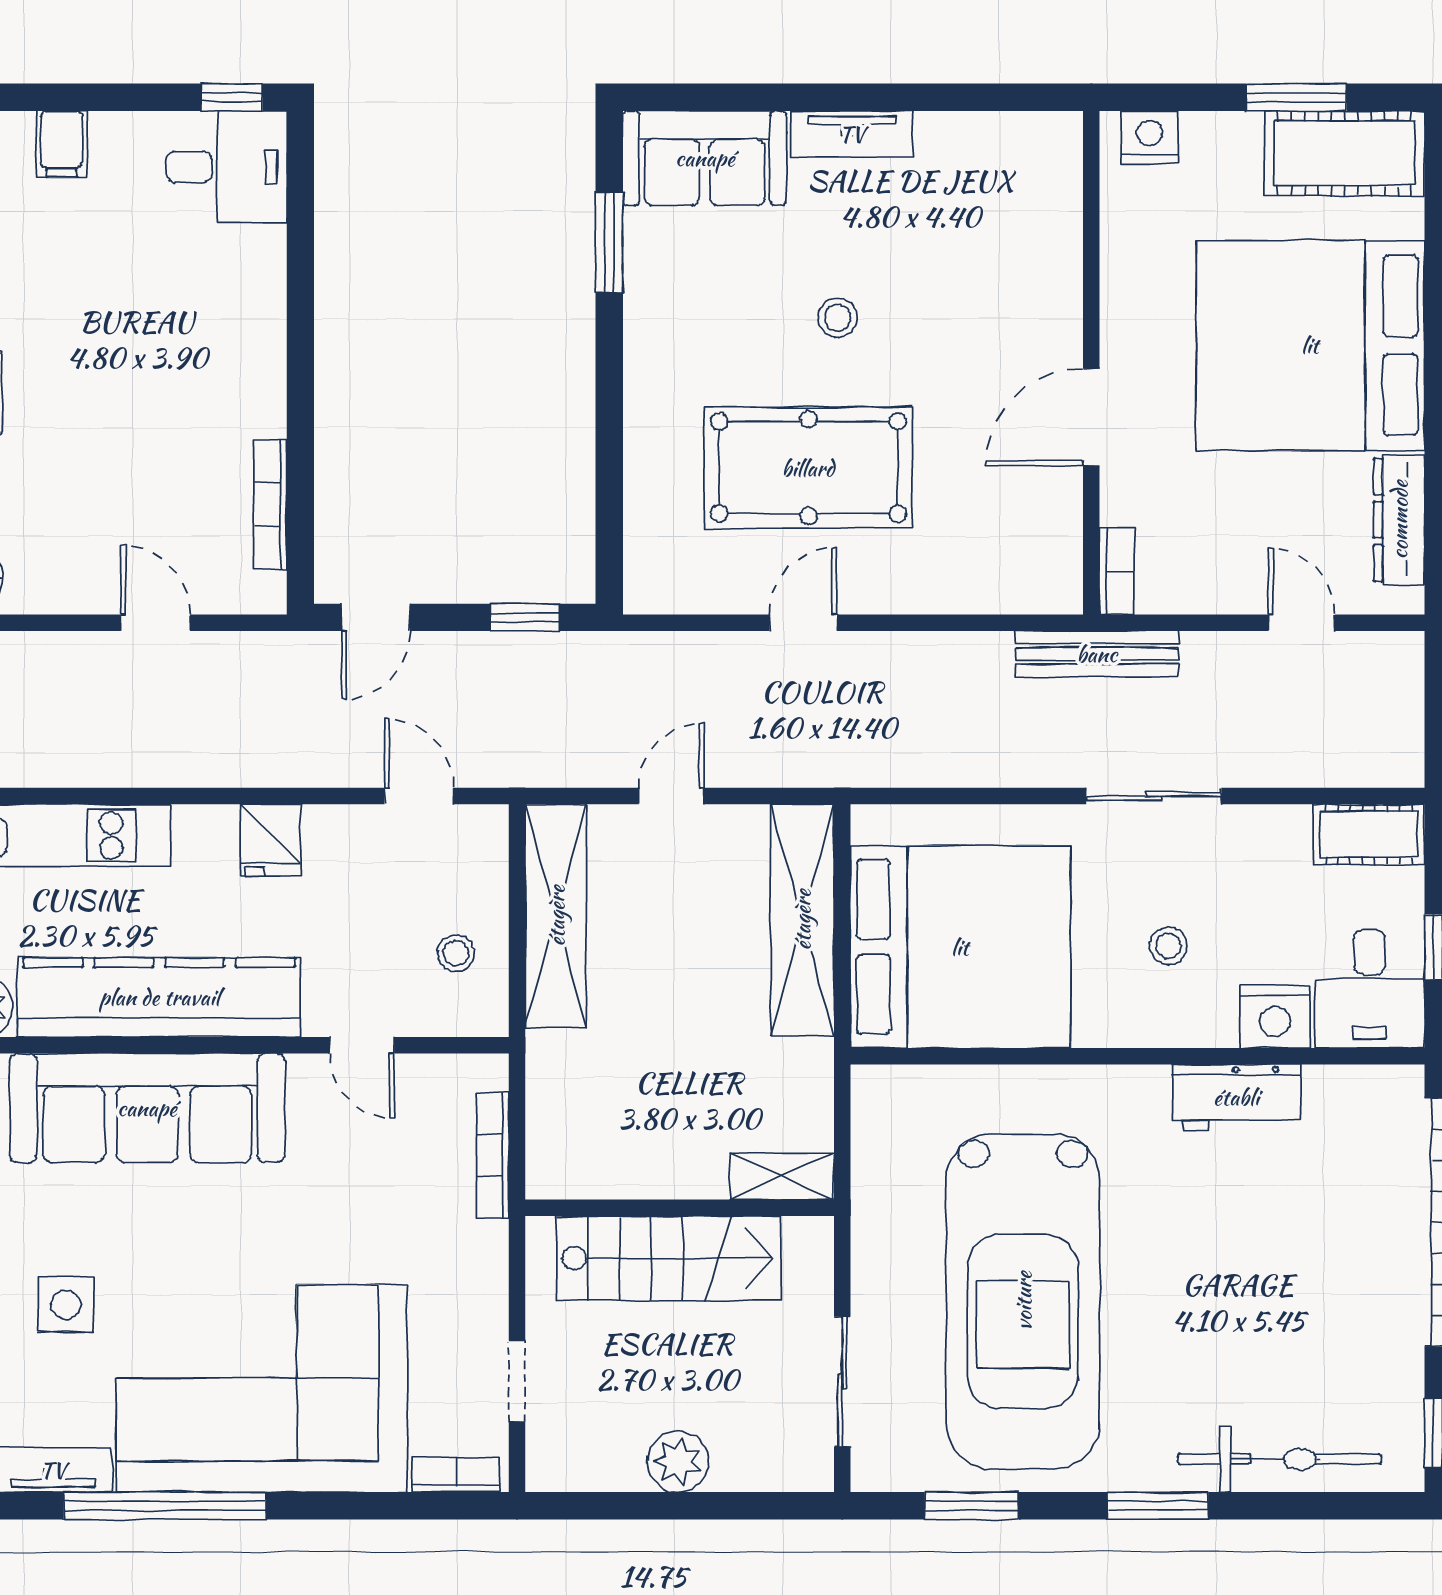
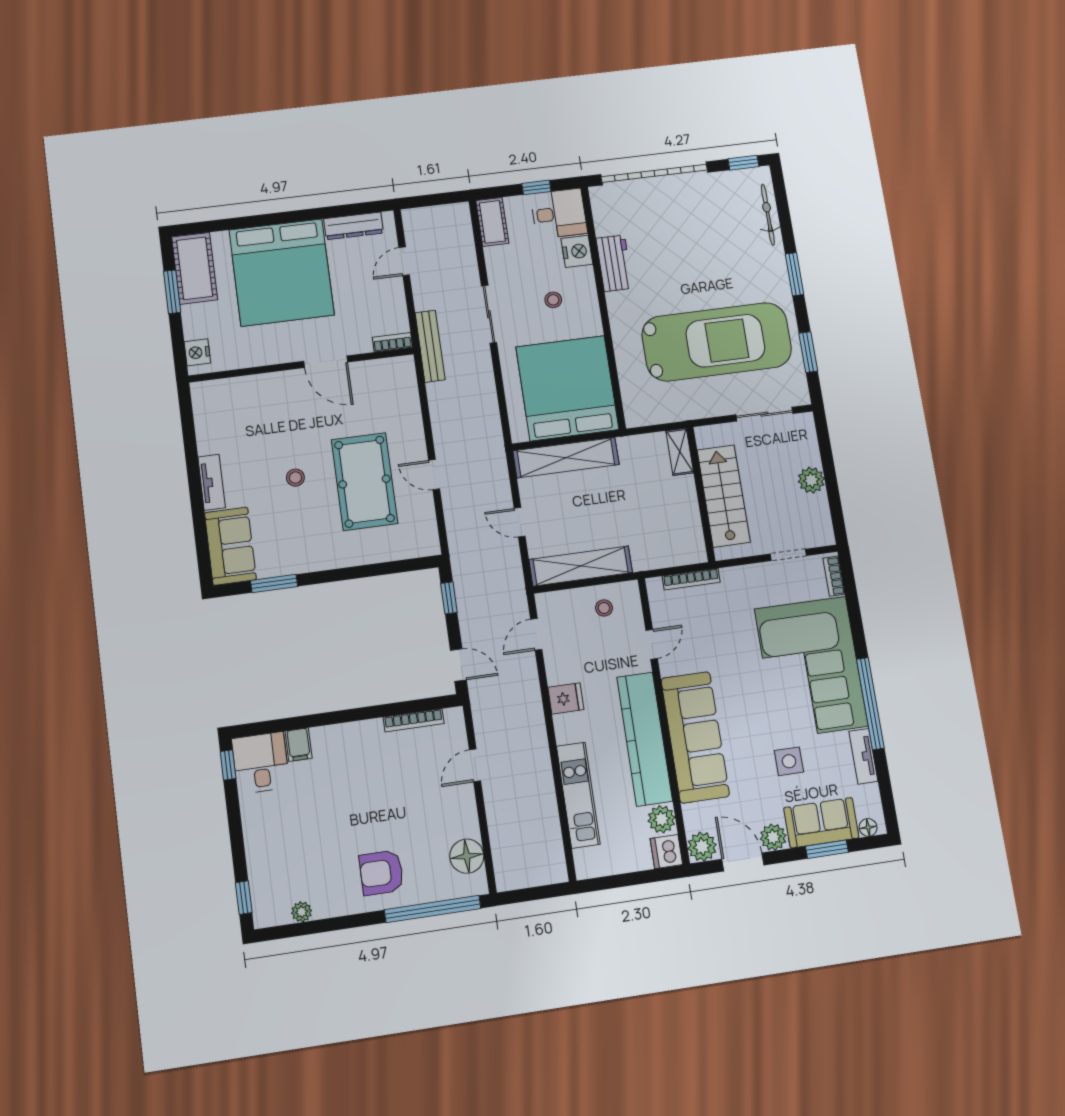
filing cabinet: (62, 144) -> (299, 745), moved, turned 90
bicycle: (1280, 1459) -> (768, 215), width x0.73, depth x0.71

